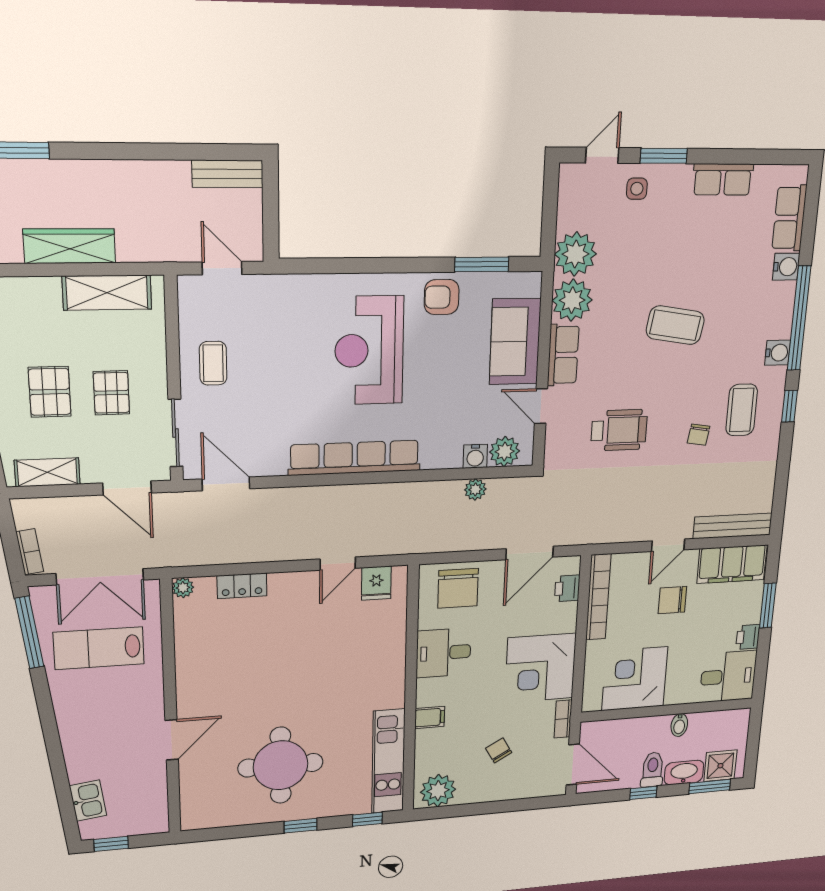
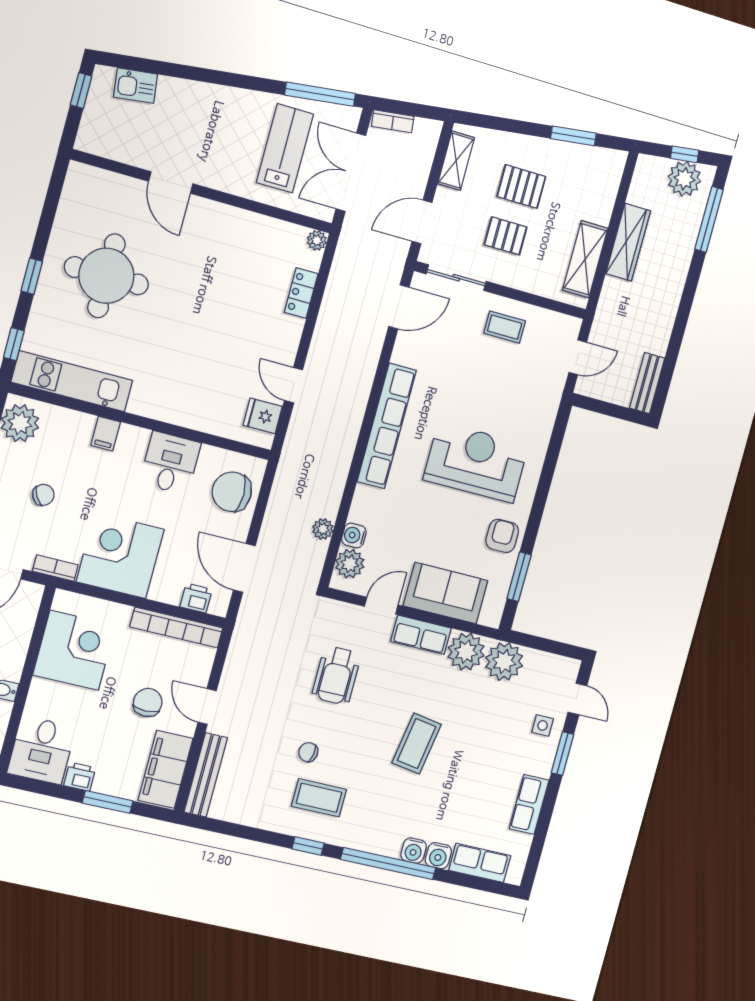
water cooler: (778, 353) -> (414, 851), moved

